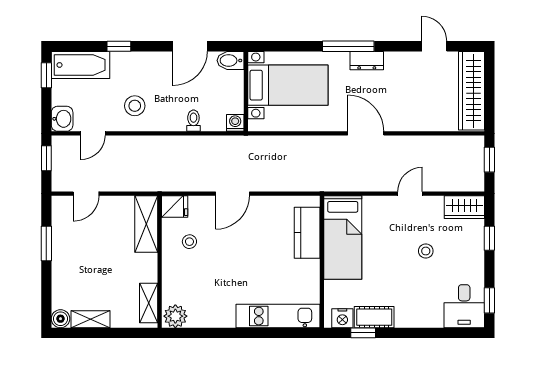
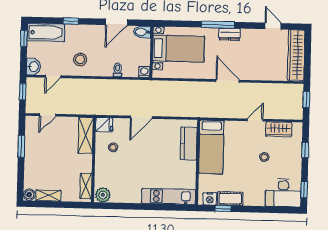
wardrobe: (464, 207) -> (279, 129), moved
desk: (464, 306) -> (283, 193), width x1.37

